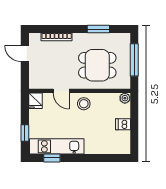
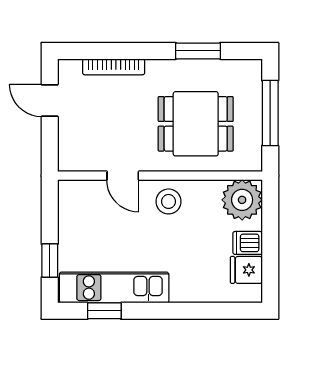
plant: (125, 98) -> (242, 200), width x1.88, depth x1.88
fridge: (35, 101) -> (246, 270), moved, turned 90

